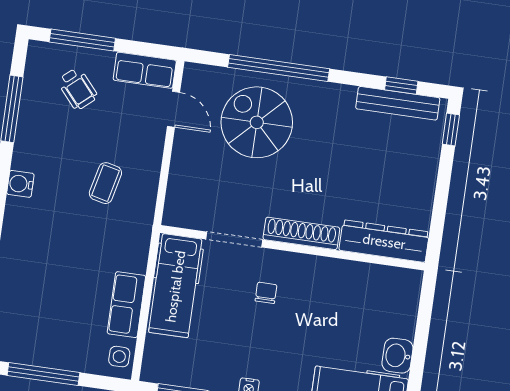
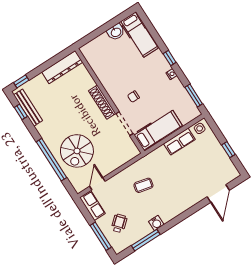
water cooler: (20, 184) -> (156, 223), moved
dresser: (384, 241) -> (62, 67), moved, turned -90
window: (43, 374) -> (228, 150), width x0.46

